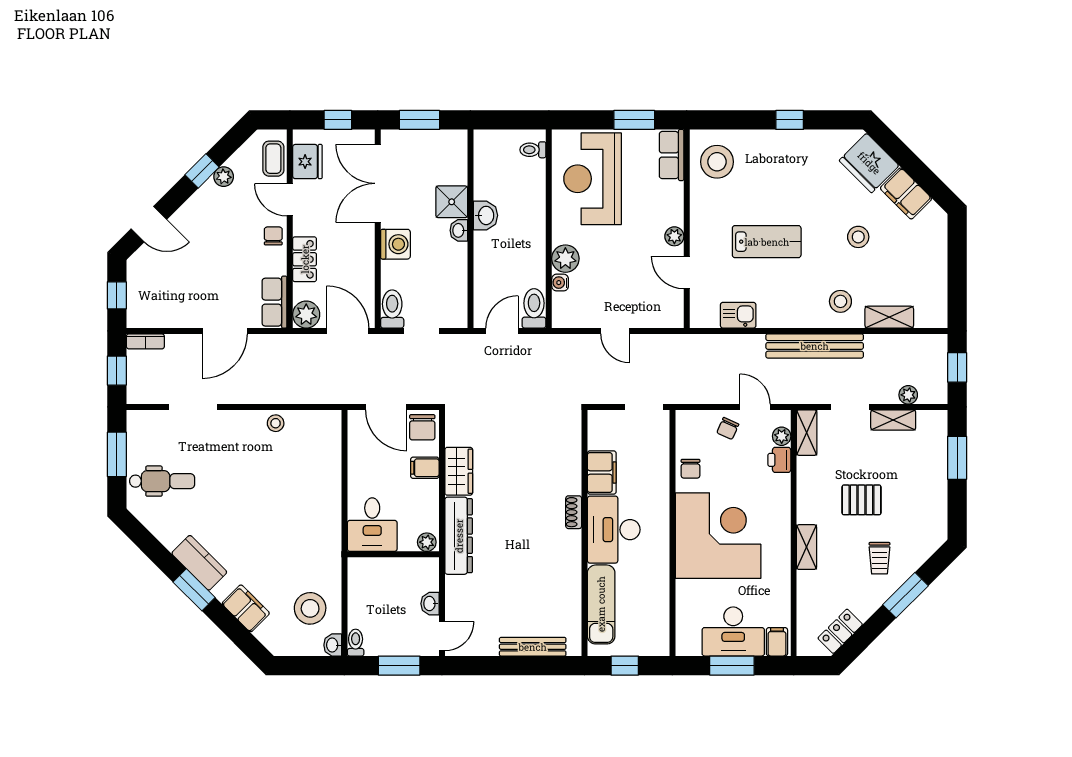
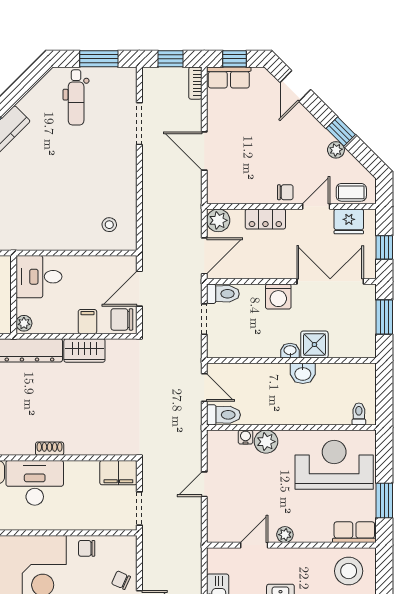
row of seats: (275, 302) -> (229, 77), moved, turned 180
stool: (276, 423) -> (109, 225), moved
filing cabinet: (602, 472) -> (118, 473), moved

